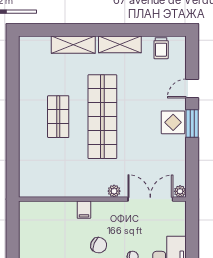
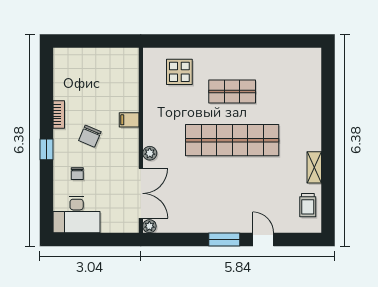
shelving: (120, 44) -> (314, 167), width x0.67, depth x0.75
shelving: (73, 45) -> (312, 108), removed
trolley: (161, 48) -> (308, 205), turned -90
display table: (173, 122) -> (179, 72), moved

